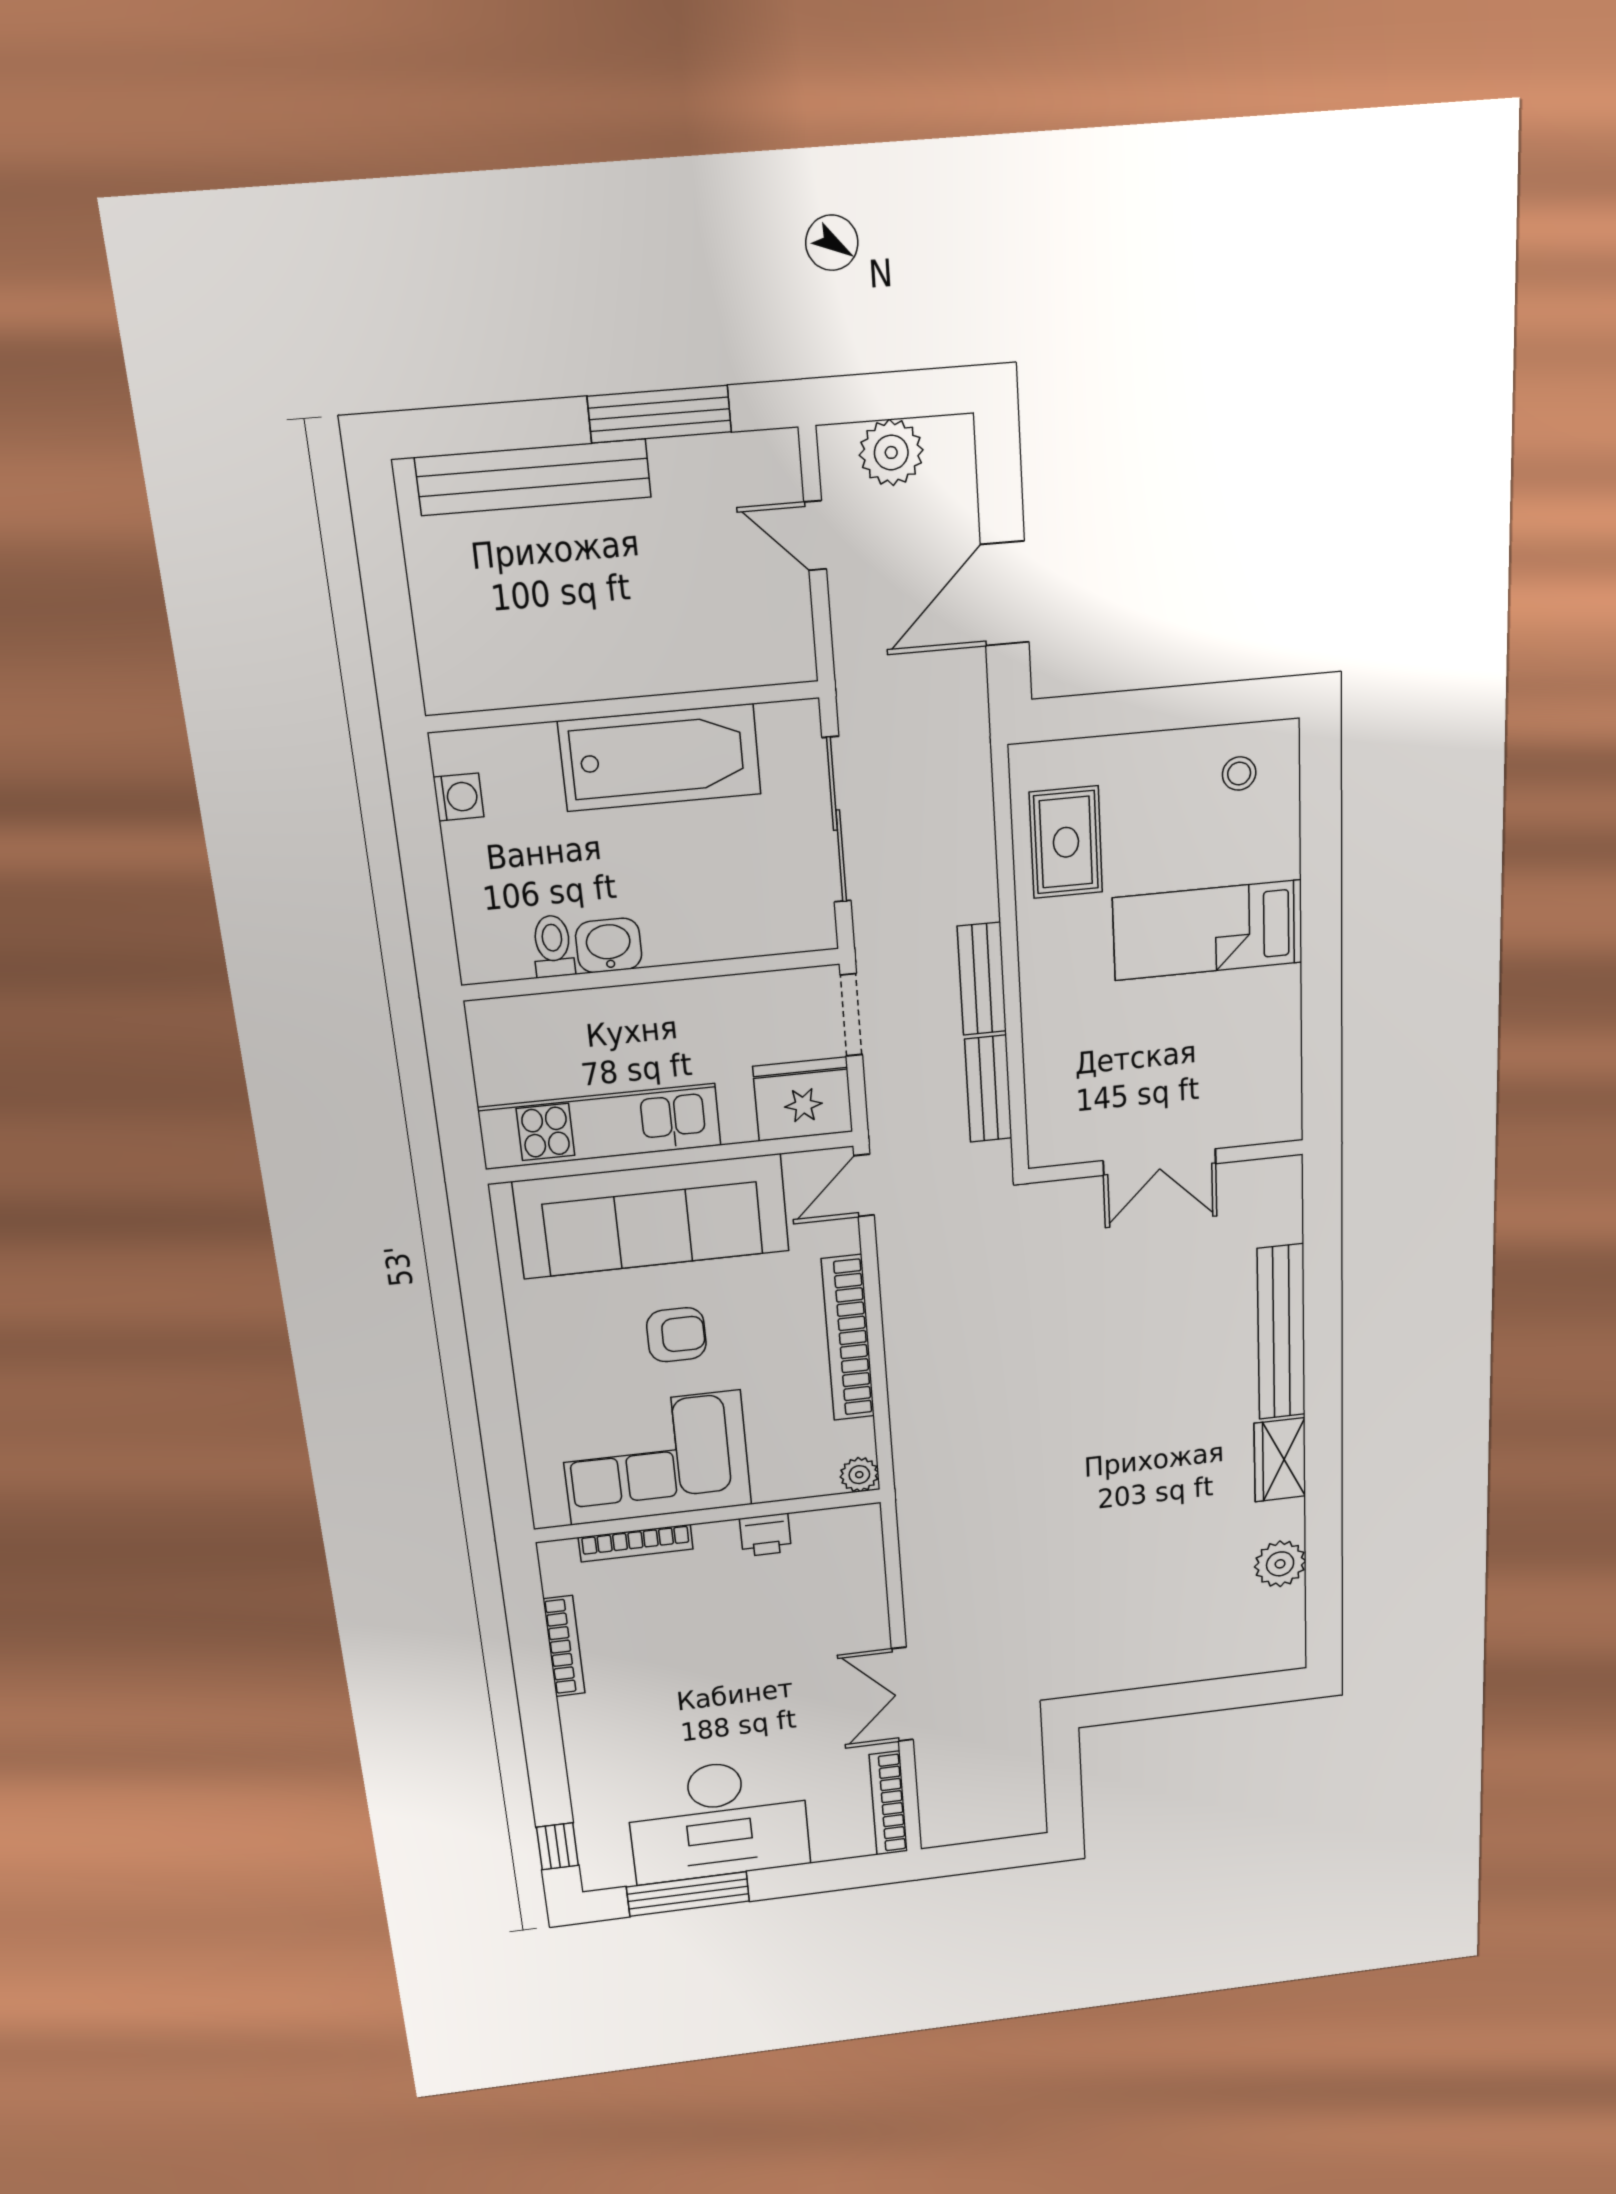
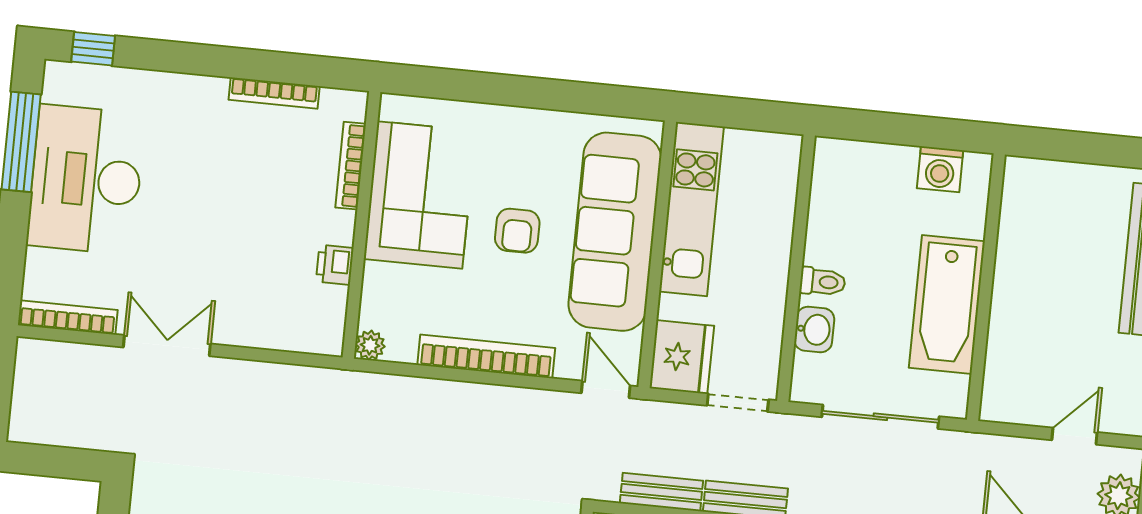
washing machine: (459, 797) -> (940, 169), width x1.38, depth x1.38
washbasin: (609, 945) -> (814, 330), moved
toilet: (553, 946) -> (822, 282), moved

